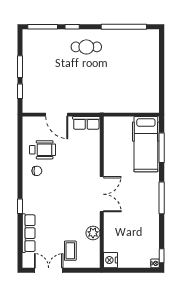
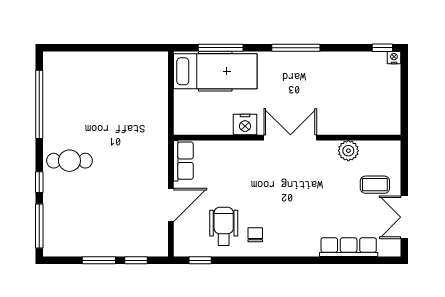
cafe table: (86, 47) -> (69, 161), turned 90
window: (20, 206) -> (200, 260), moved
nightstand: (110, 260) -> (245, 124), moved

